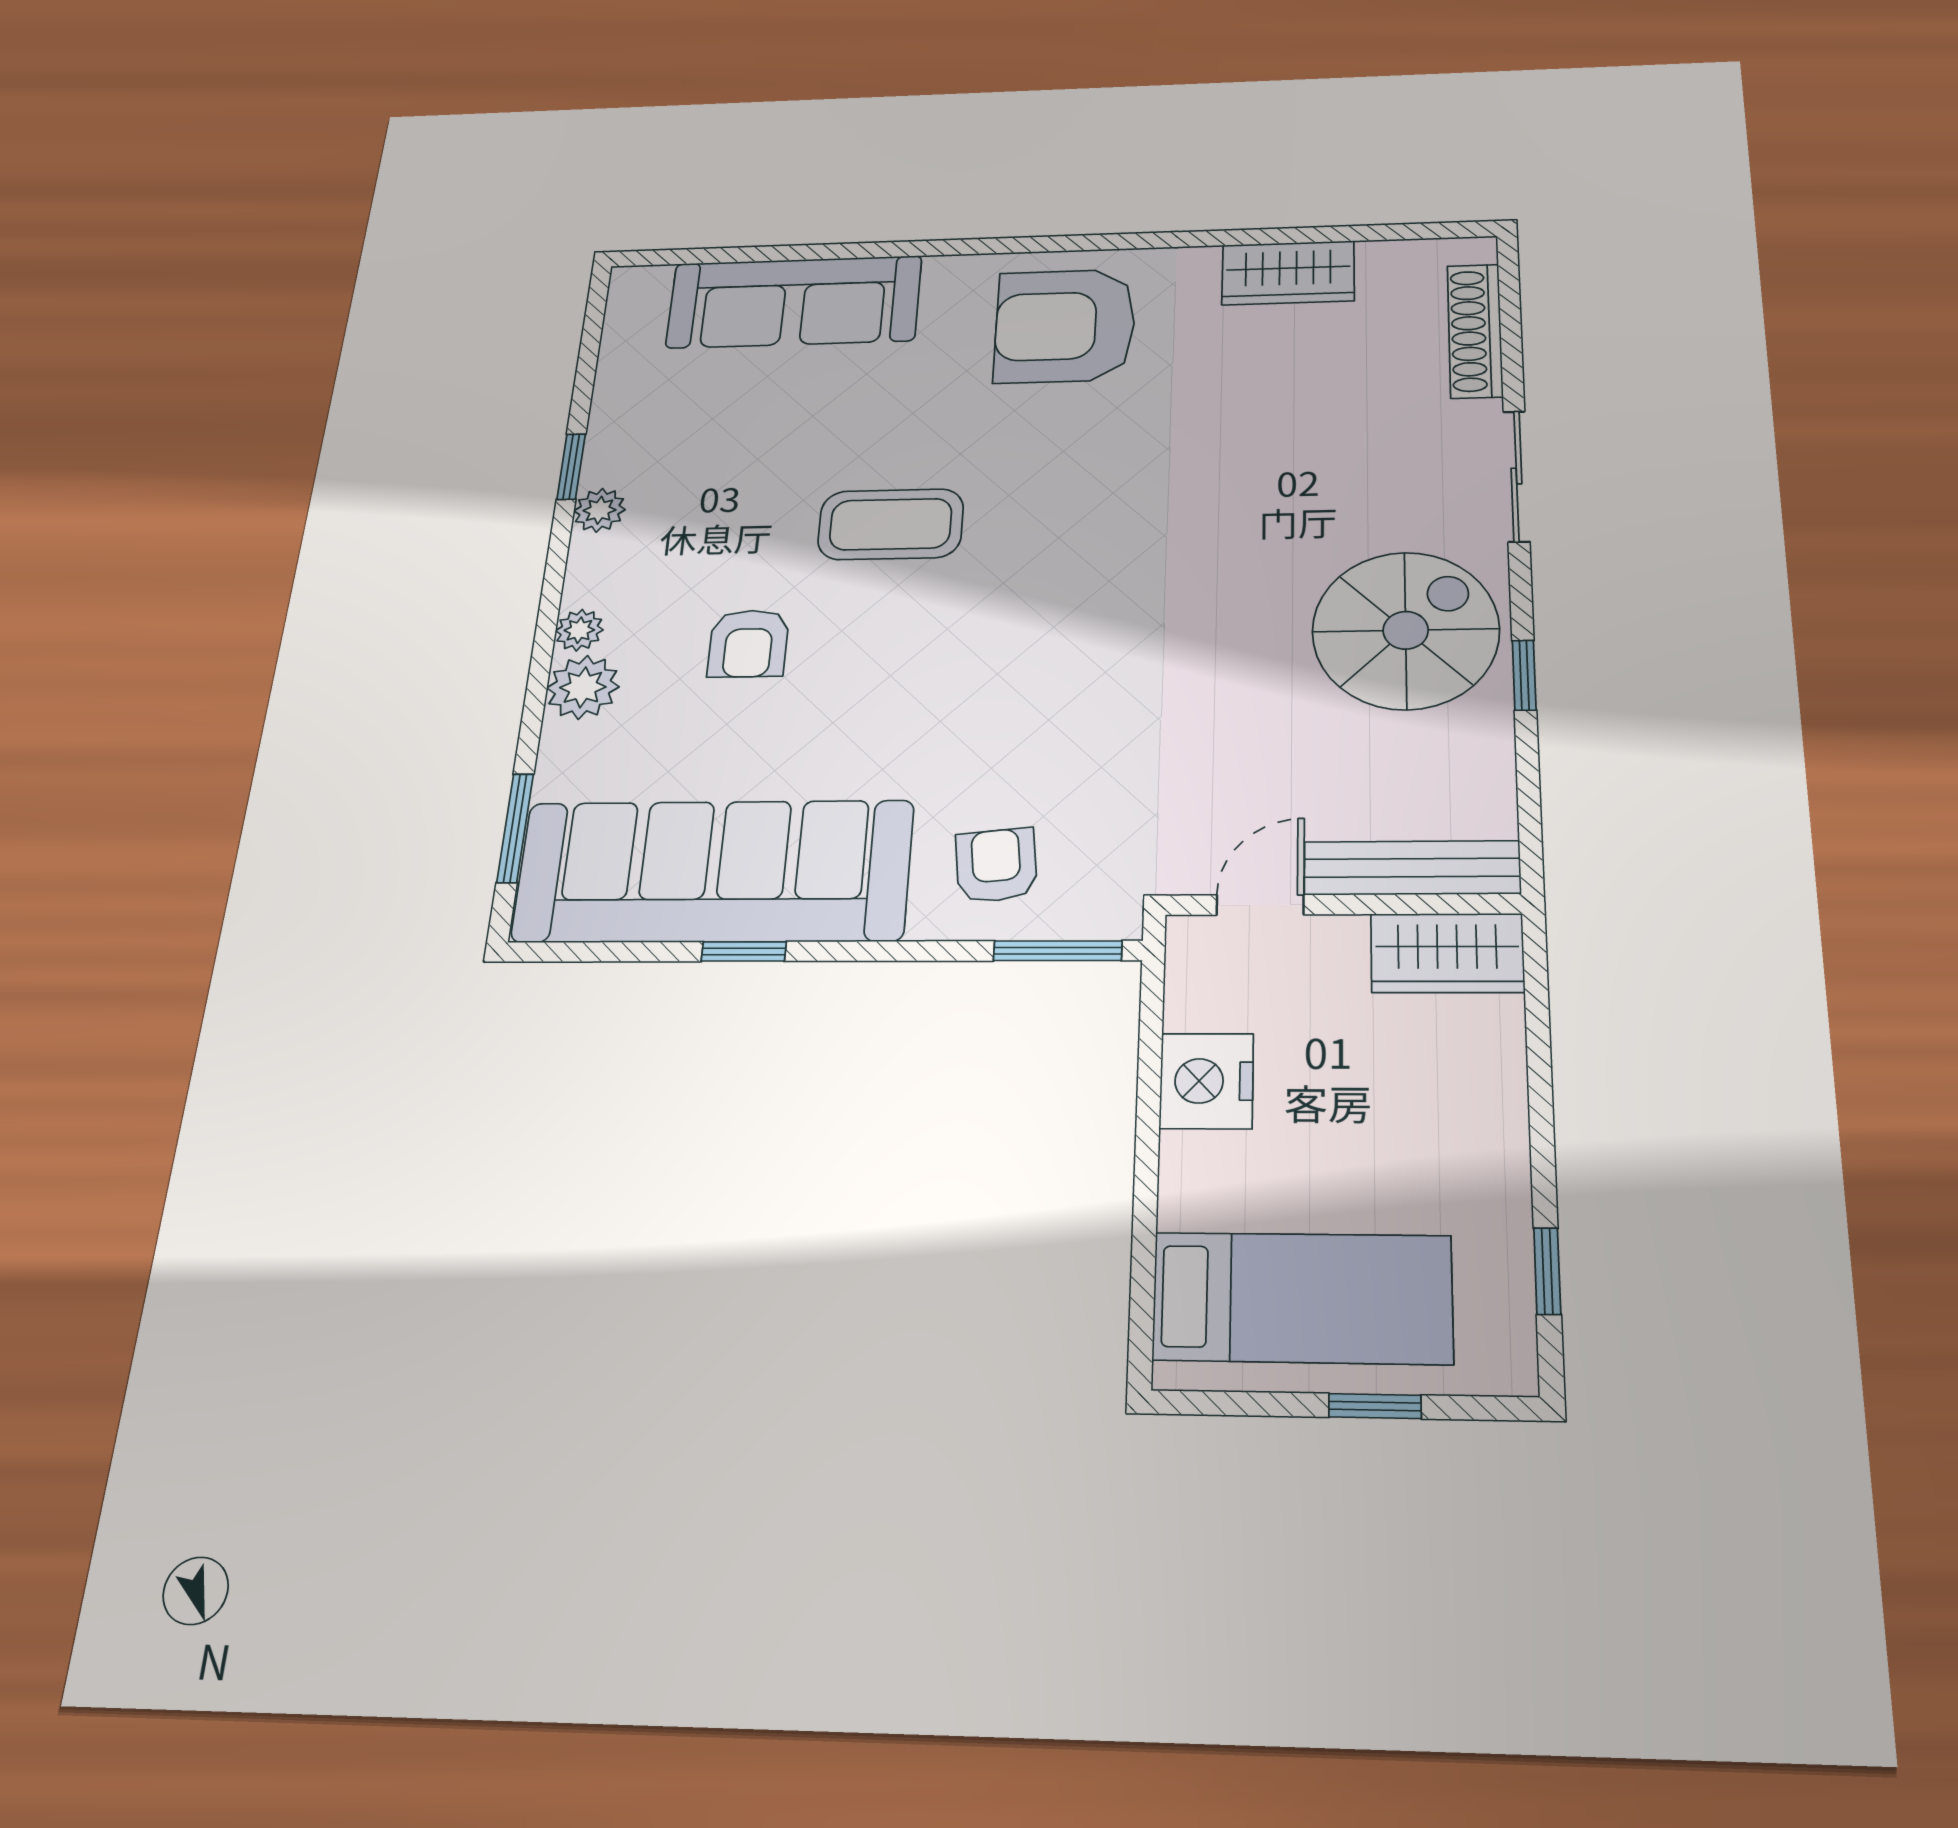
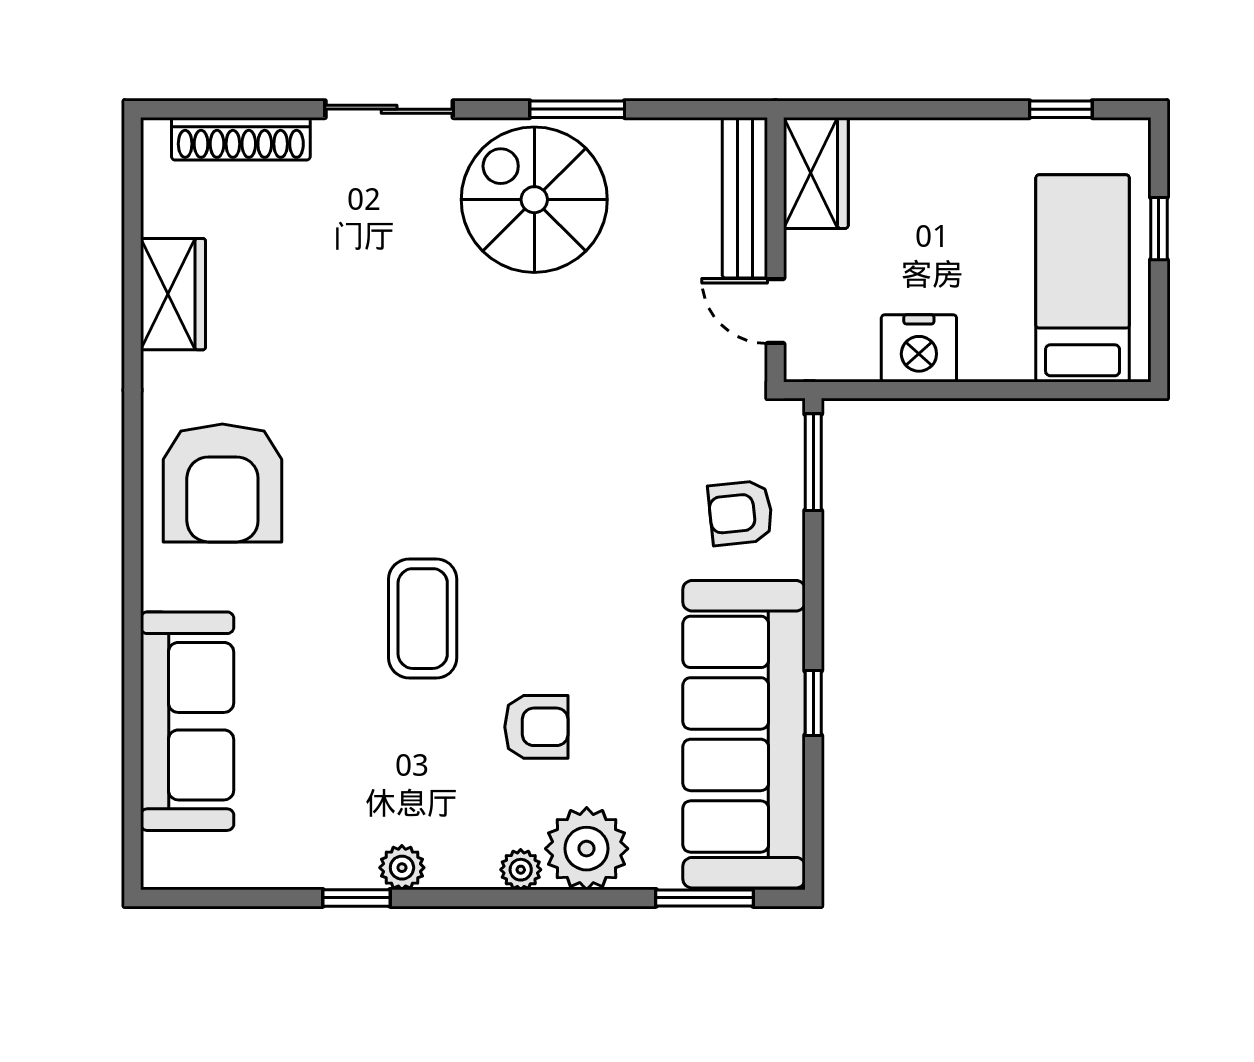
window: (1524, 675) -> (577, 109), width x1.50
plant: (583, 687) -> (587, 849), width x1.36, depth x1.36

